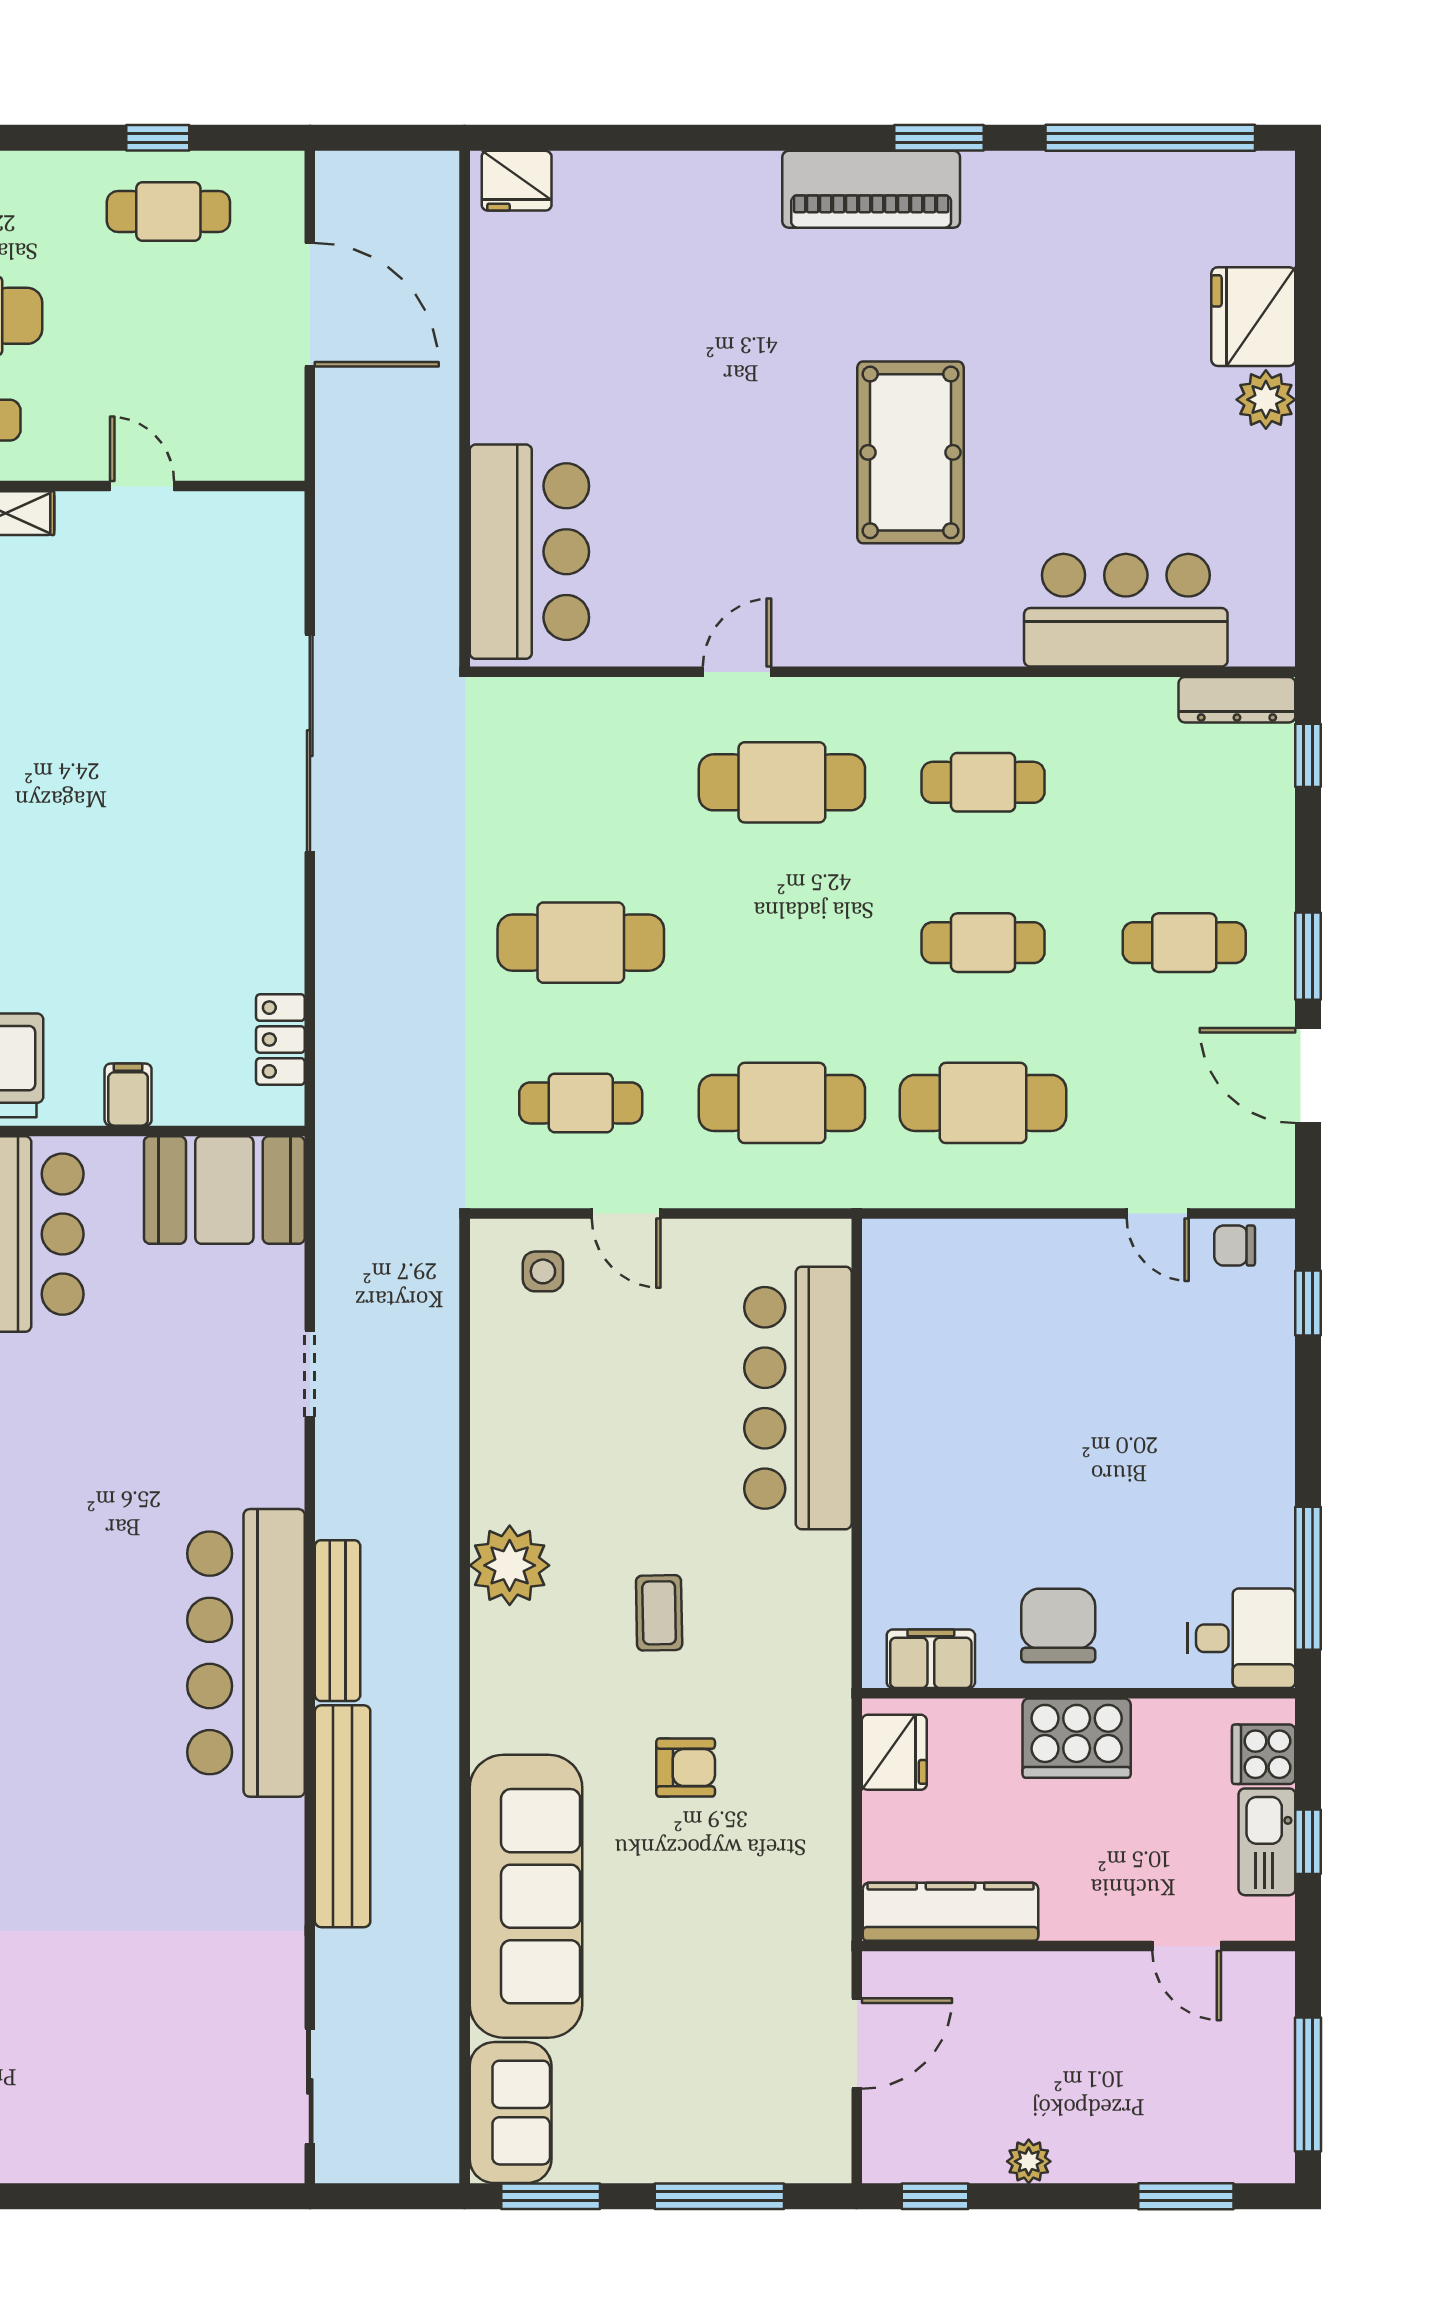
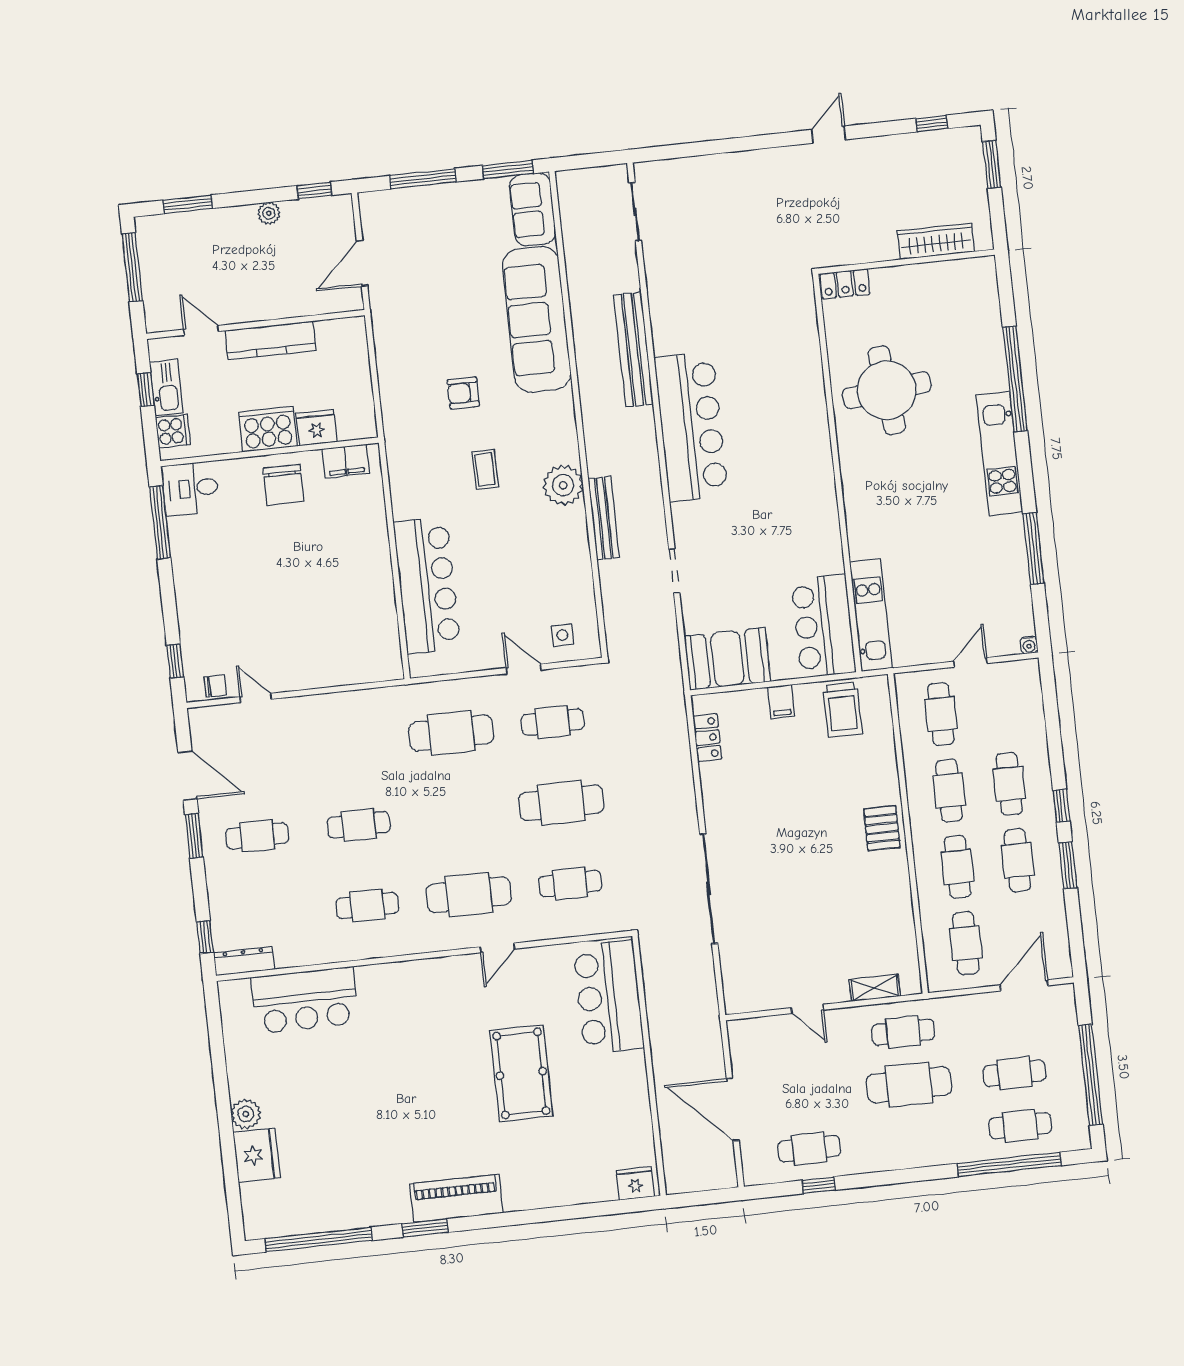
pool table: (910, 452) -> (521, 1073), moved
cafe table: (983, 1103) -> (570, 884), moved, width x0.73, depth x0.74
bench: (338, 1621) -> (604, 518), moved
fridge: (894, 1752) -> (317, 428), moved, turned 90
kitchen counter: (951, 1912) -> (270, 340), moved

